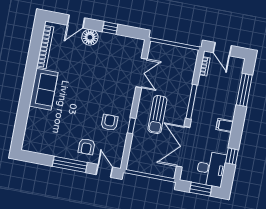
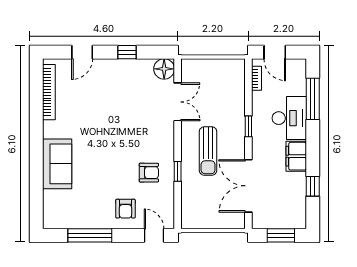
floor lamp: (90, 37) -> (164, 69), moved
sofa: (44, 89) -> (57, 164), moved
window: (192, 102) -> (248, 126), width x0.46
armchair: (109, 122) -> (149, 173), turned 90
filing cabinet: (225, 125) -> (296, 156), width x2.00
window: (70, 164) -> (90, 235), moved
desk: (211, 169) -> (289, 118), moved

